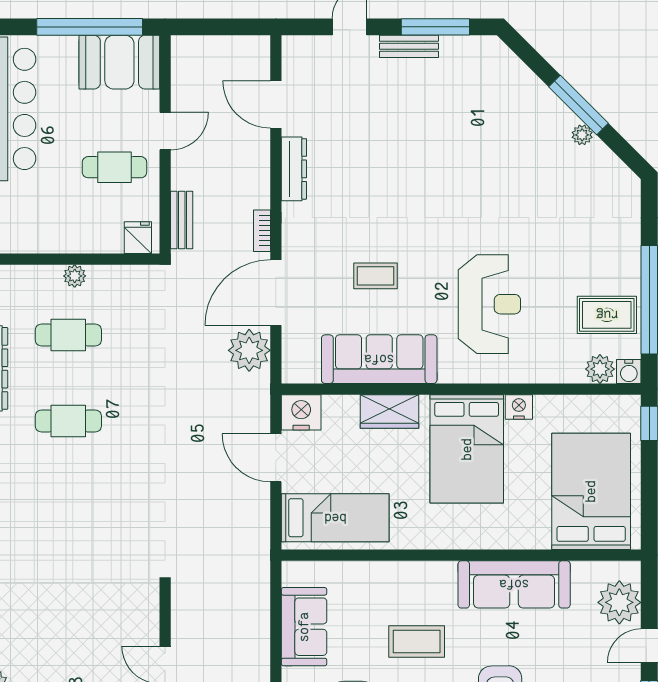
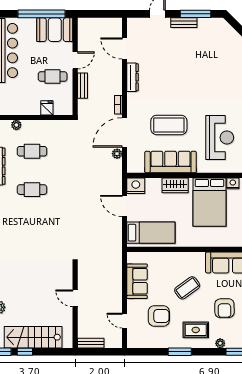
bench: (182, 220) -> (83, 86), moved
fridge: (138, 238) -> (47, 108), moved
plant: (75, 276) -> (16, 125), moved
coffee table: (375, 276) -> (169, 125), width x1.86, depth x1.72
plant: (249, 350) -> (117, 154), width x0.53, depth x0.53
coffee table: (417, 641) -> (187, 288), turned -36

